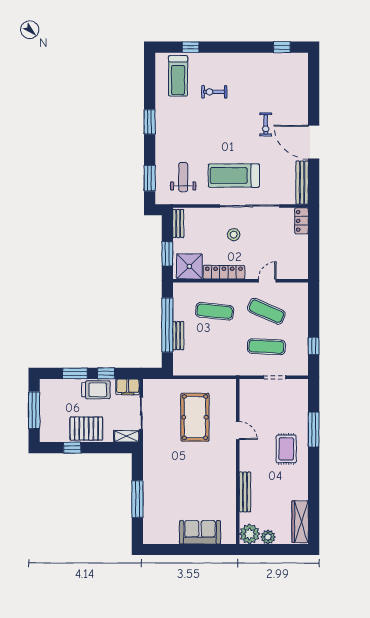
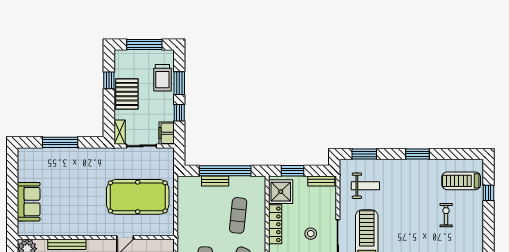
trolley: (96, 390) -> (162, 78), moved
pool table: (195, 417) -> (138, 197), width x1.36, depth x1.32

